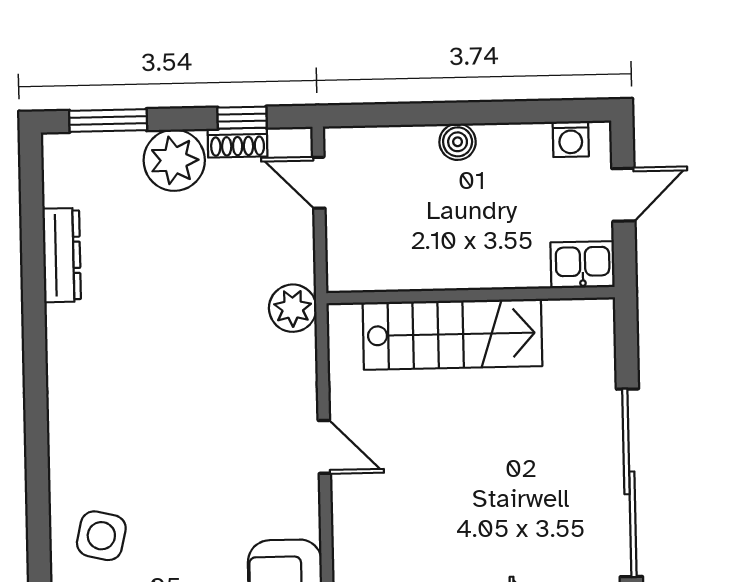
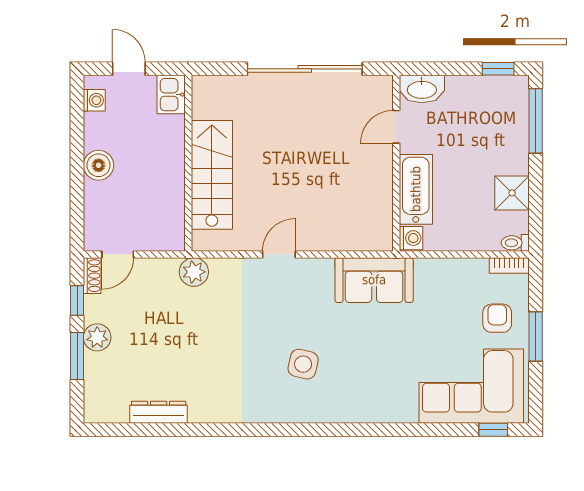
window: (108, 120) -> (77, 356), moved
boiler: (458, 142) -> (99, 165), width x1.36, depth x1.36
shoe rack: (238, 143) -> (92, 276), moved
plant: (174, 160) -> (97, 337), width x0.73, depth x0.73
side table: (101, 536) -> (303, 364), moved

